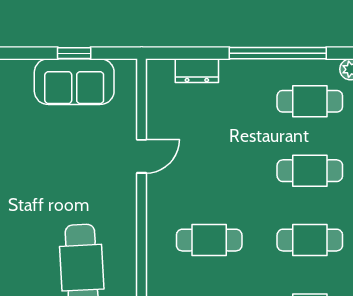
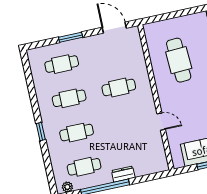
dresser: (197, 71) -> (123, 174), moved
door: (142, 156) -> (161, 122), swing flipped

